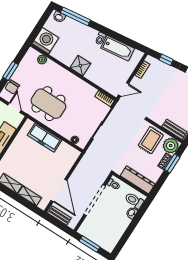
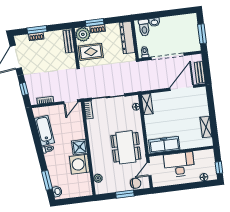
window: (75, 16) -> (47, 180), width x0.69
washing machine: (45, 41) -> (80, 164), moved
door: (124, 89) -> (71, 102), swing flipped
freezer: (45, 138) -> (164, 145), moved, turned -90
shelving: (30, 196) -> (147, 104), moved

